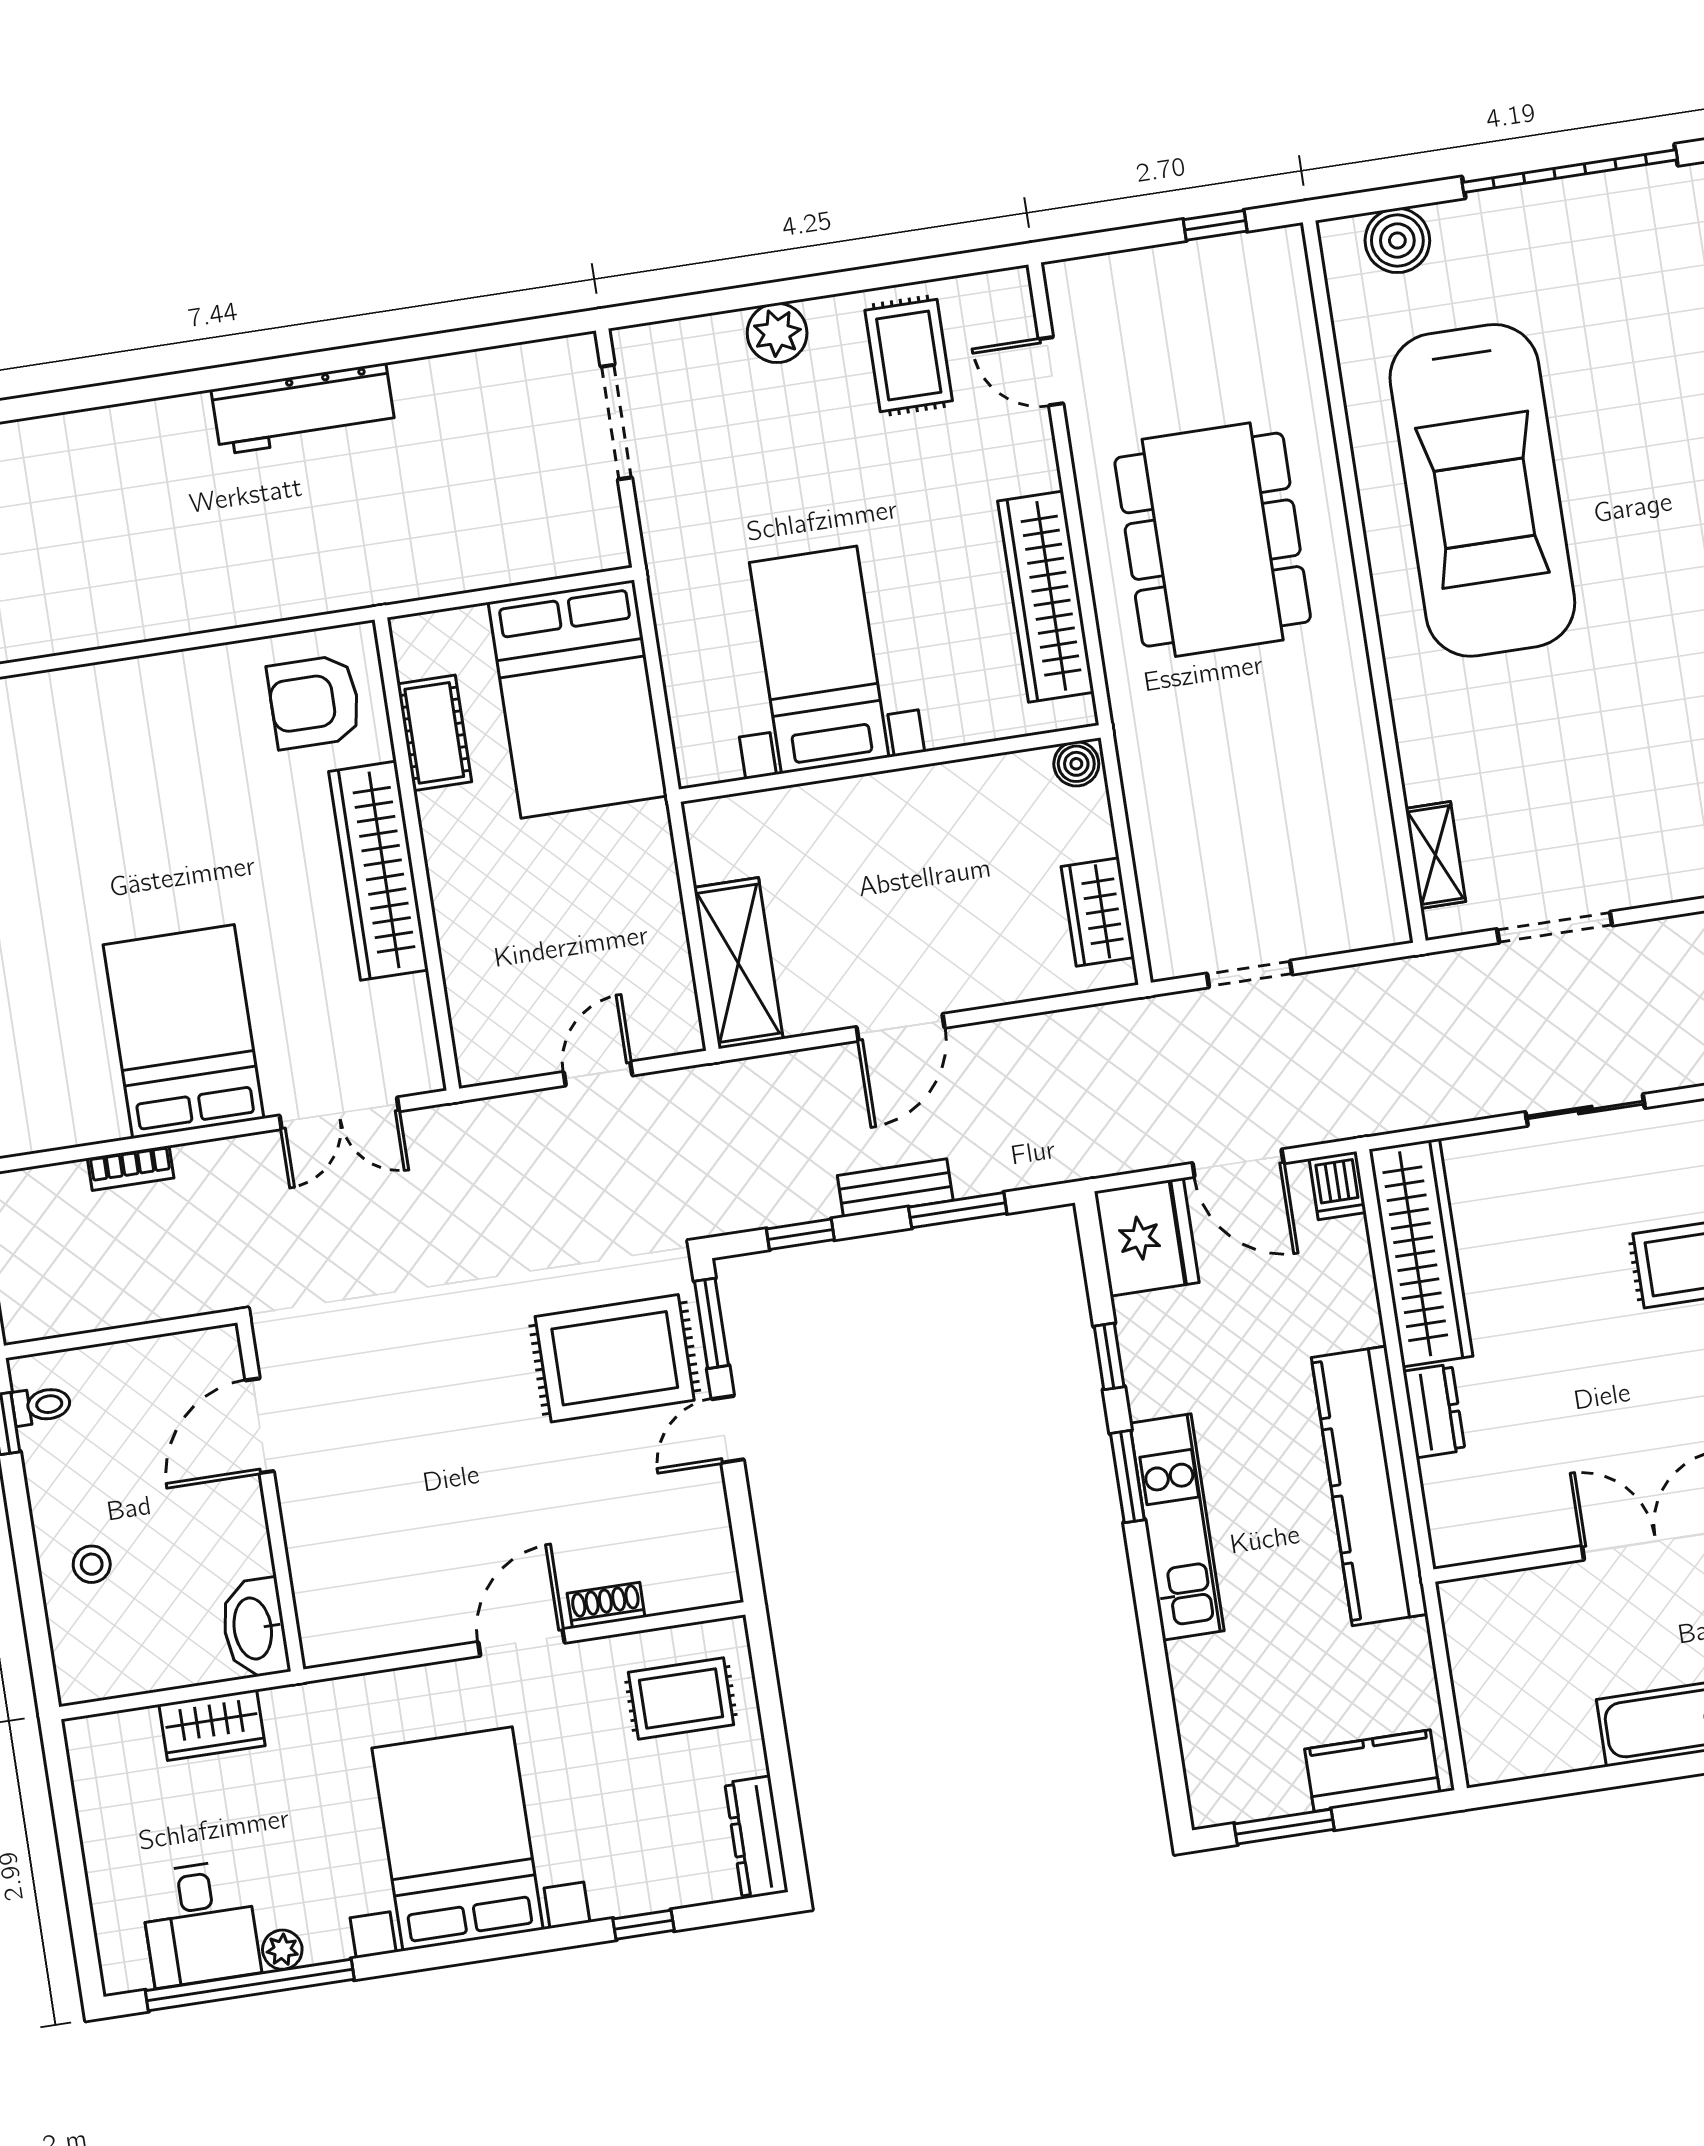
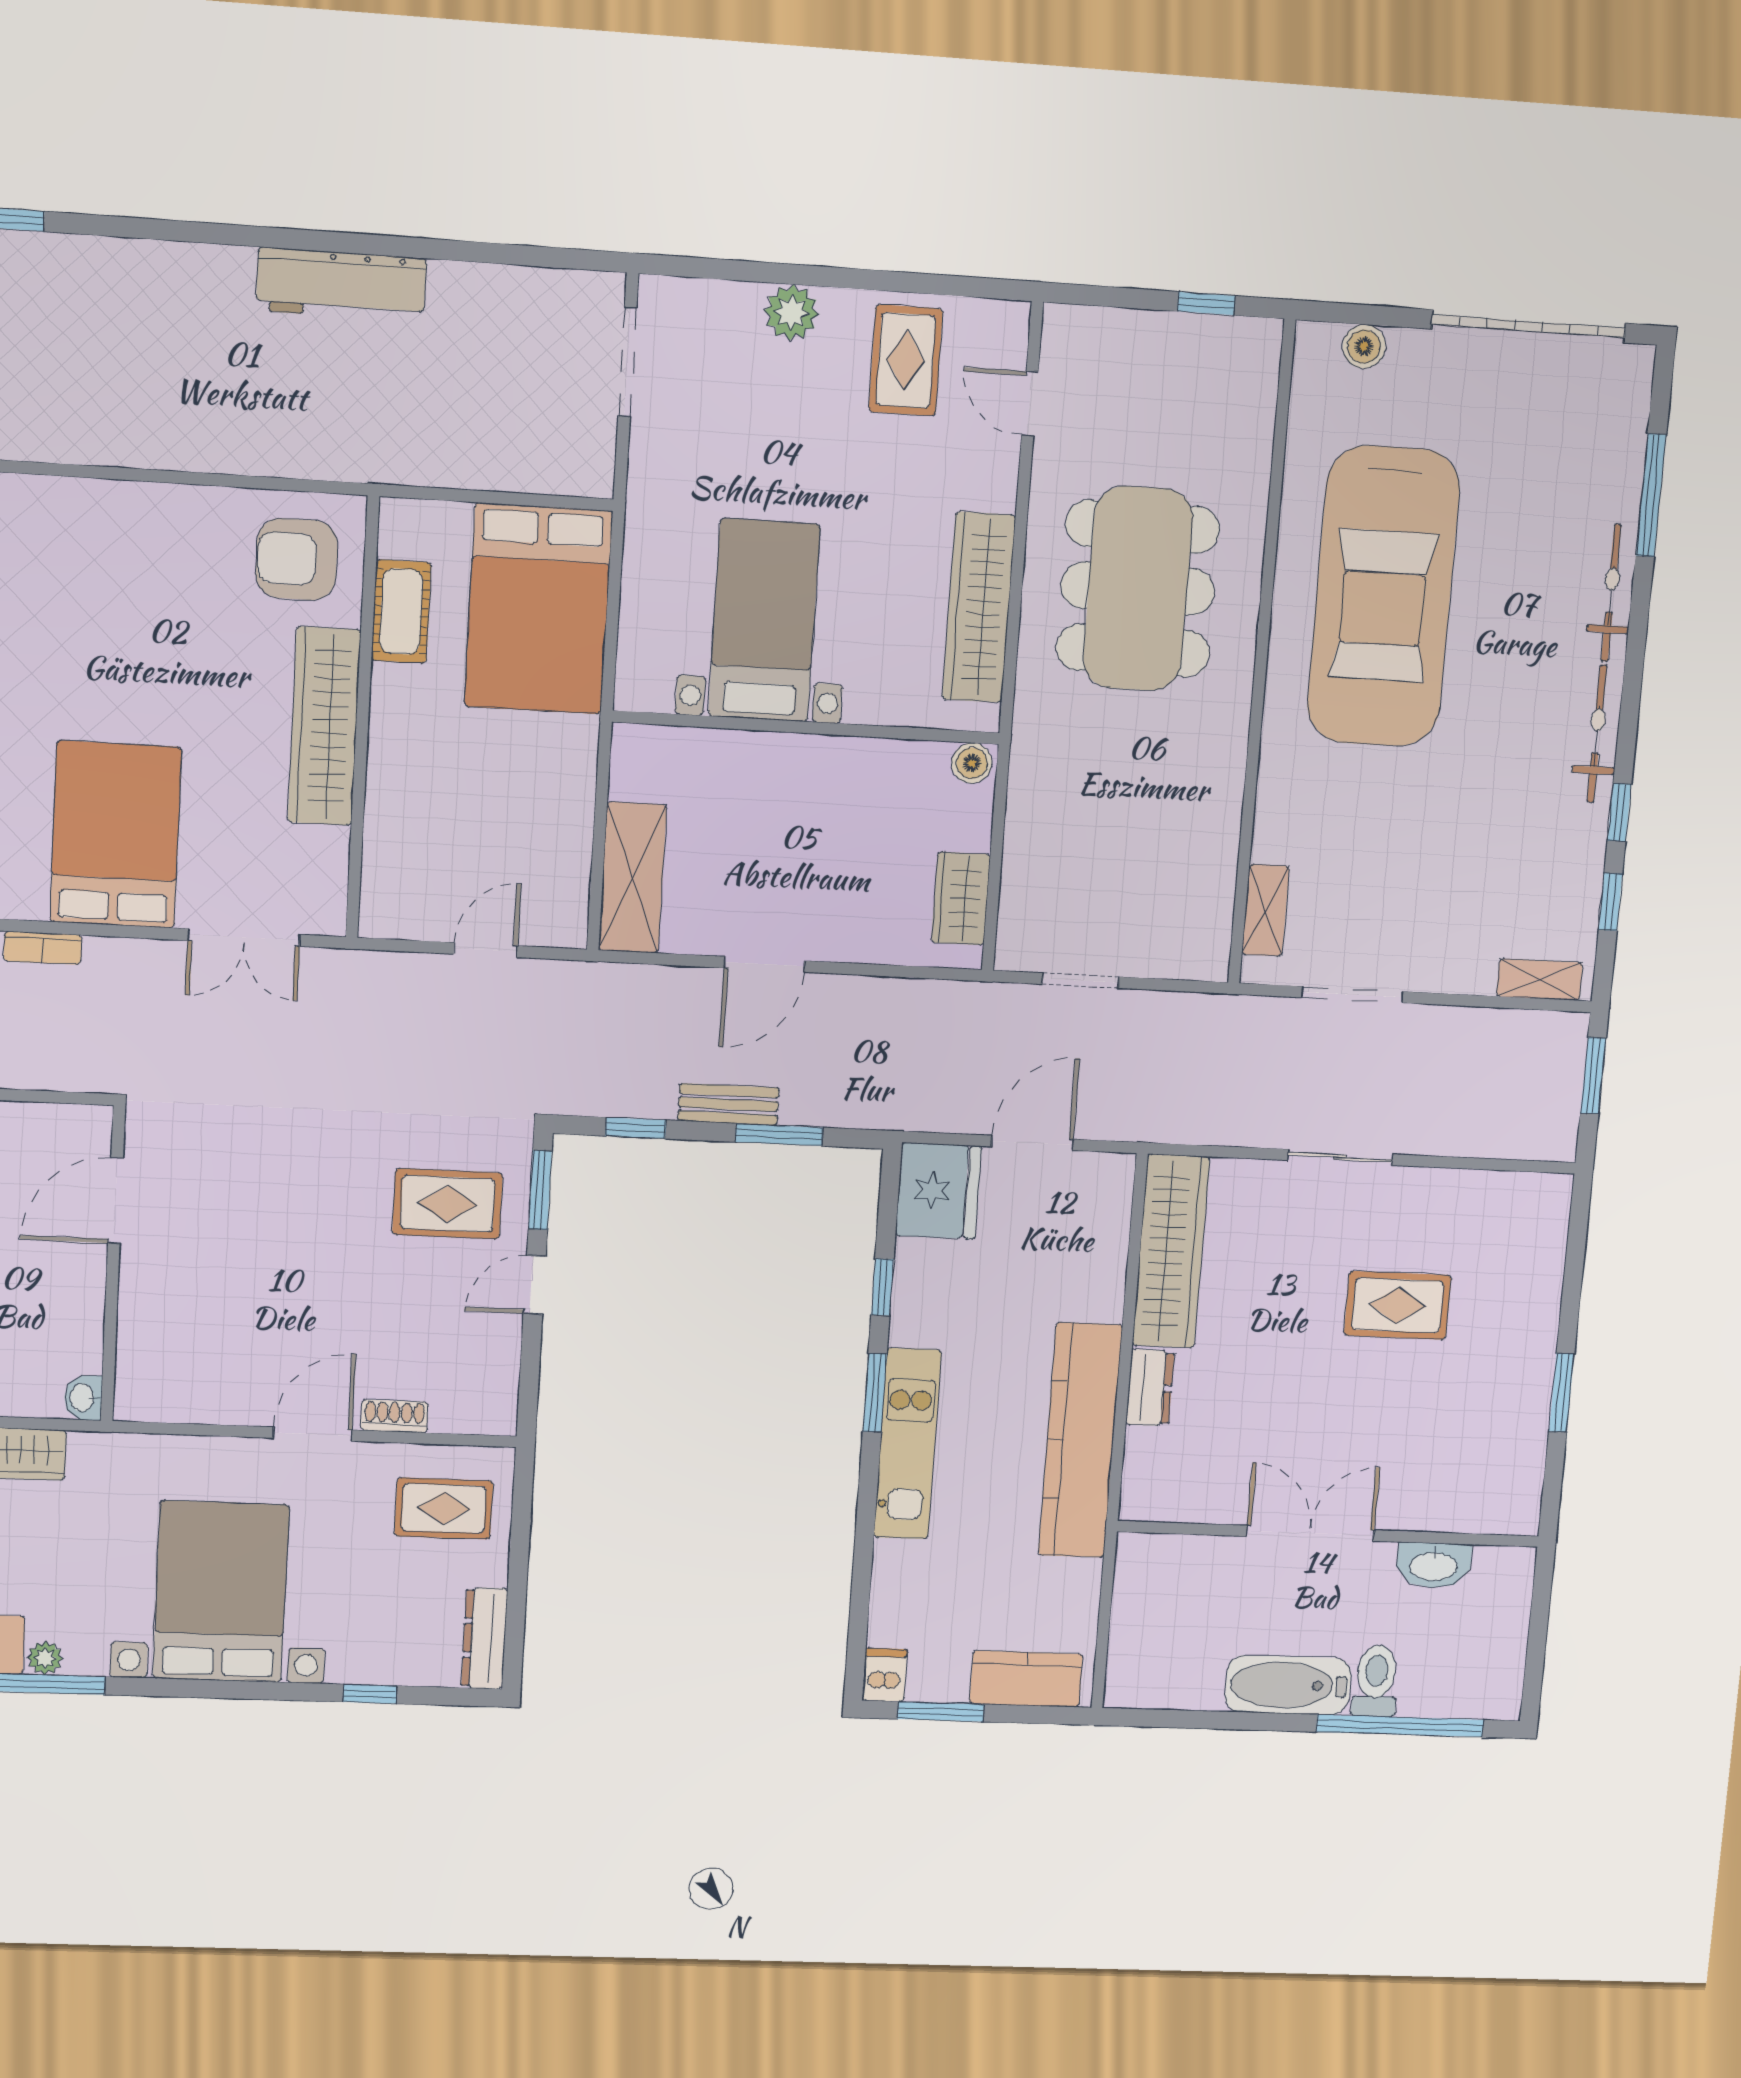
boiler: (1397, 240) -> (1364, 346), width x0.73, depth x0.73
door: (1238, 1163) -> (1032, 1143), swing flipped
dishwasher: (1338, 1186) -> (885, 1675), moved, turned 180
rug: (615, 1358) -> (448, 1204), width x0.73, depth x0.70
washbasin: (255, 1628) -> (83, 1398), width x0.52, depth x0.69

